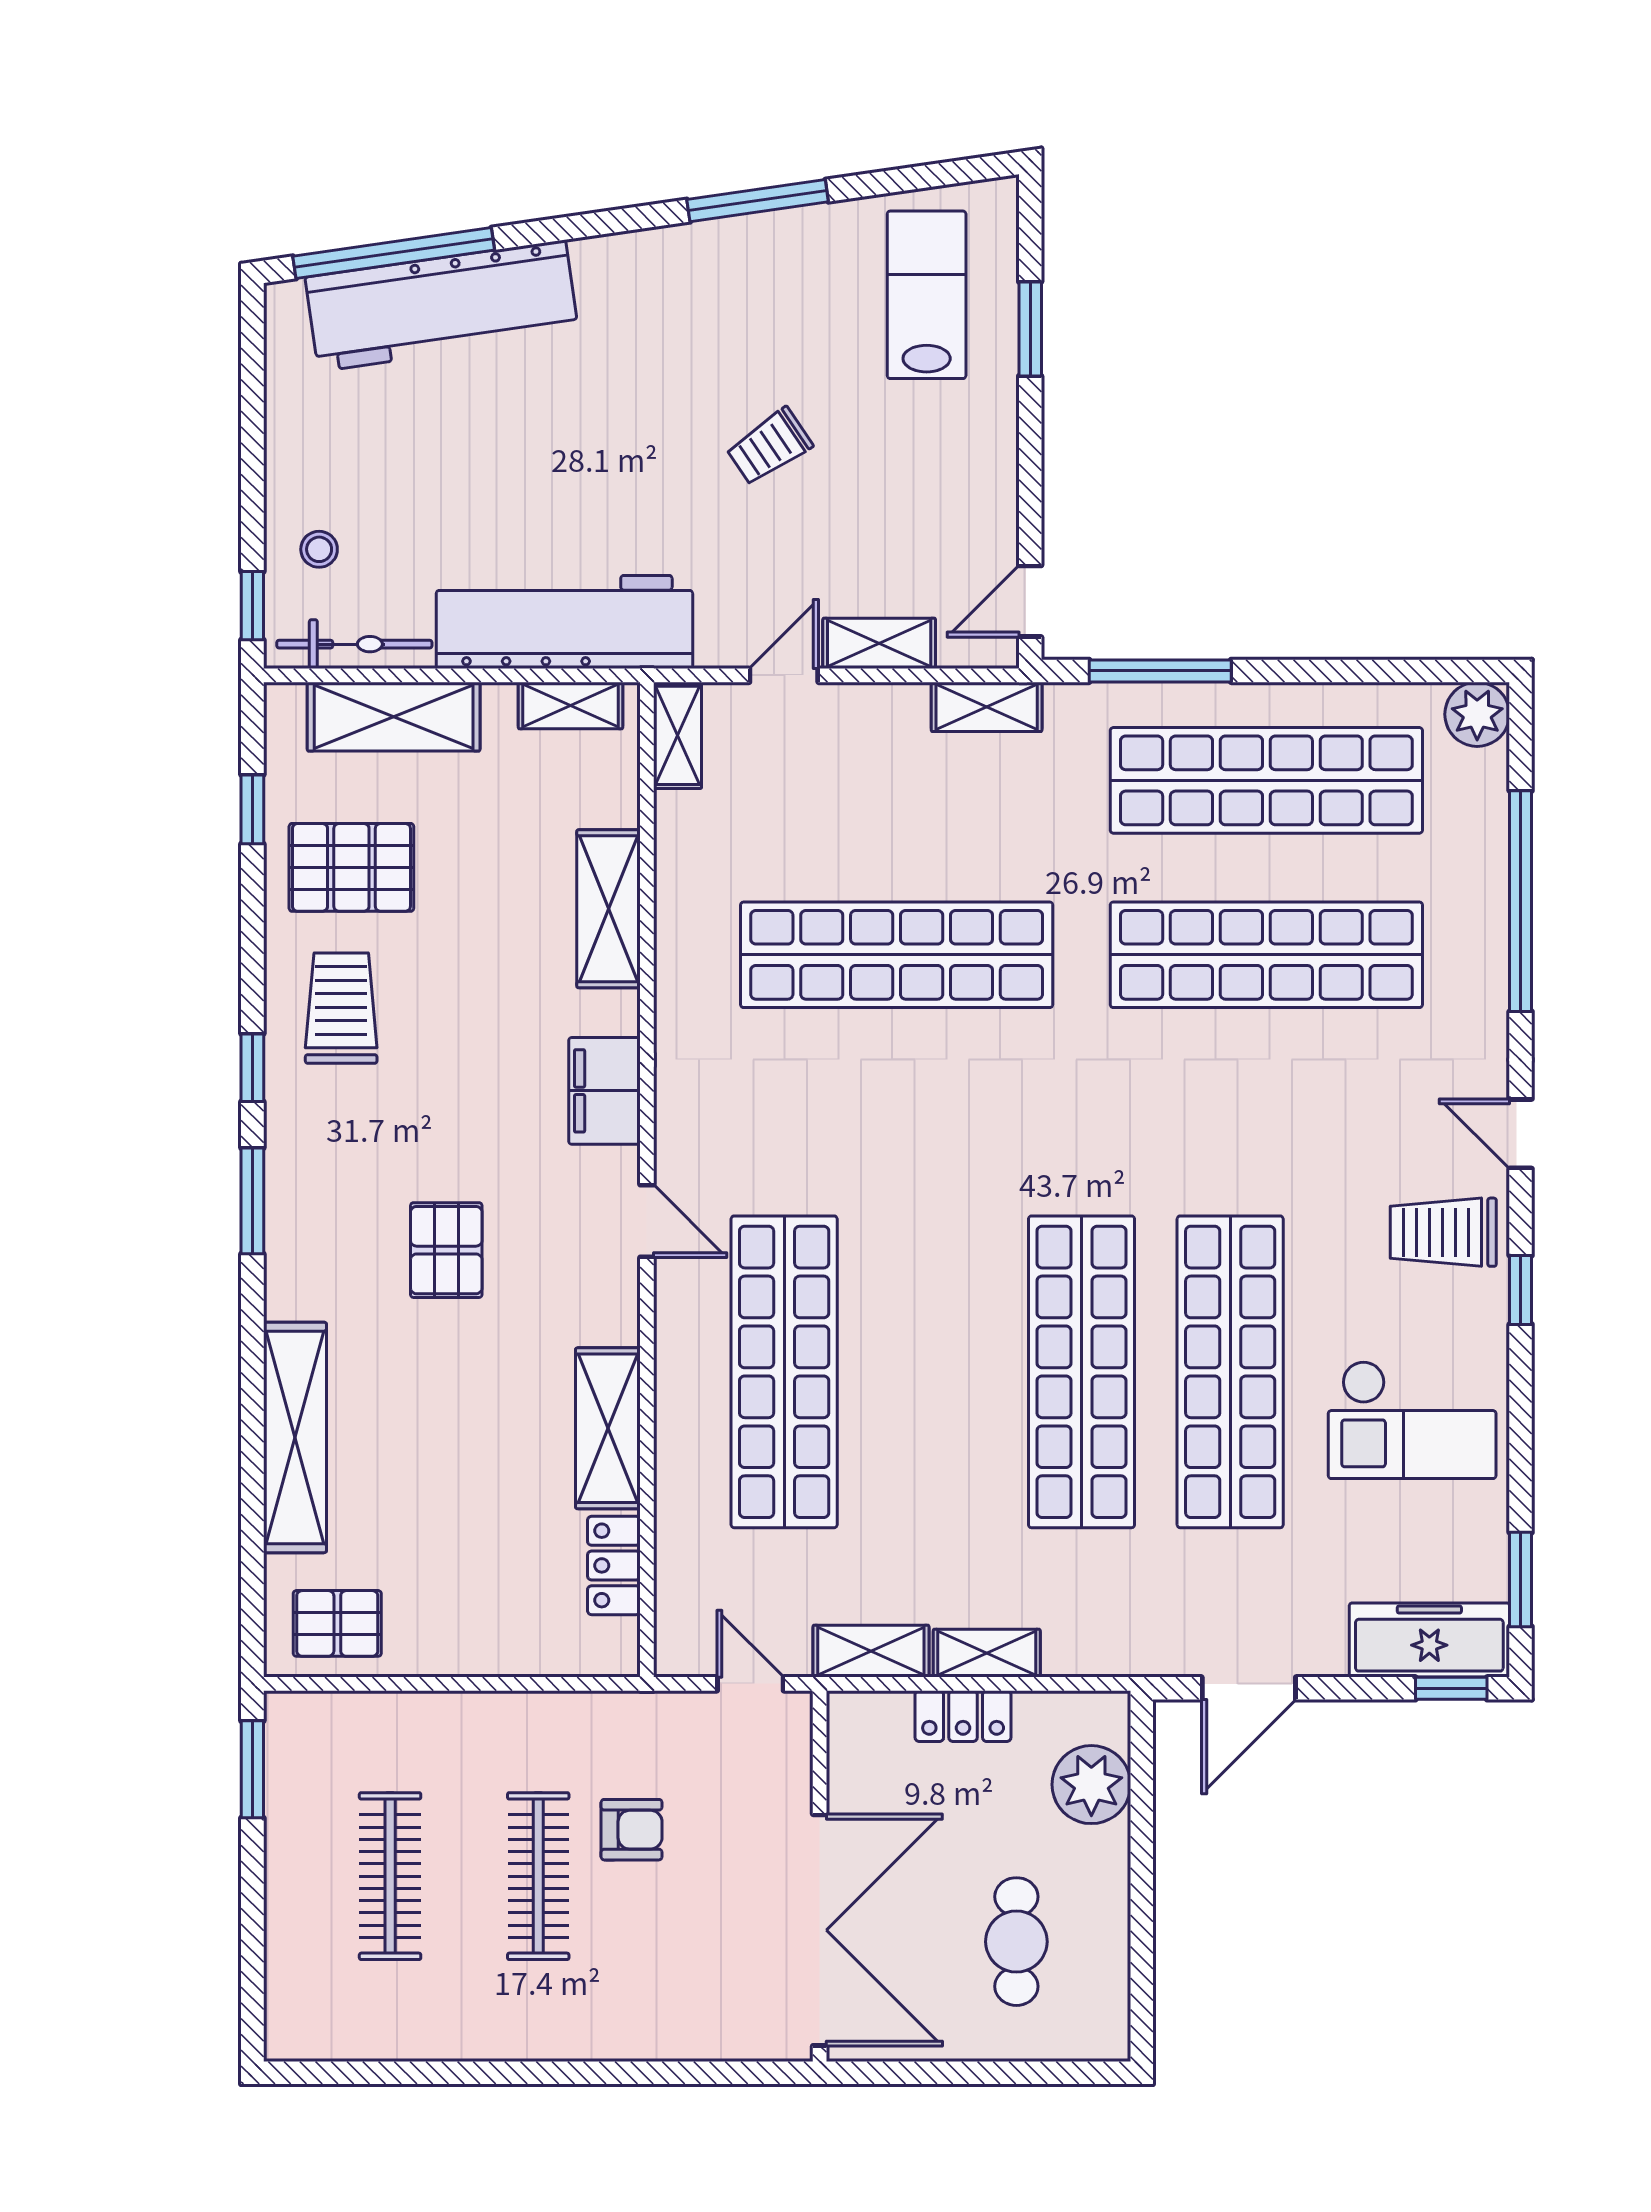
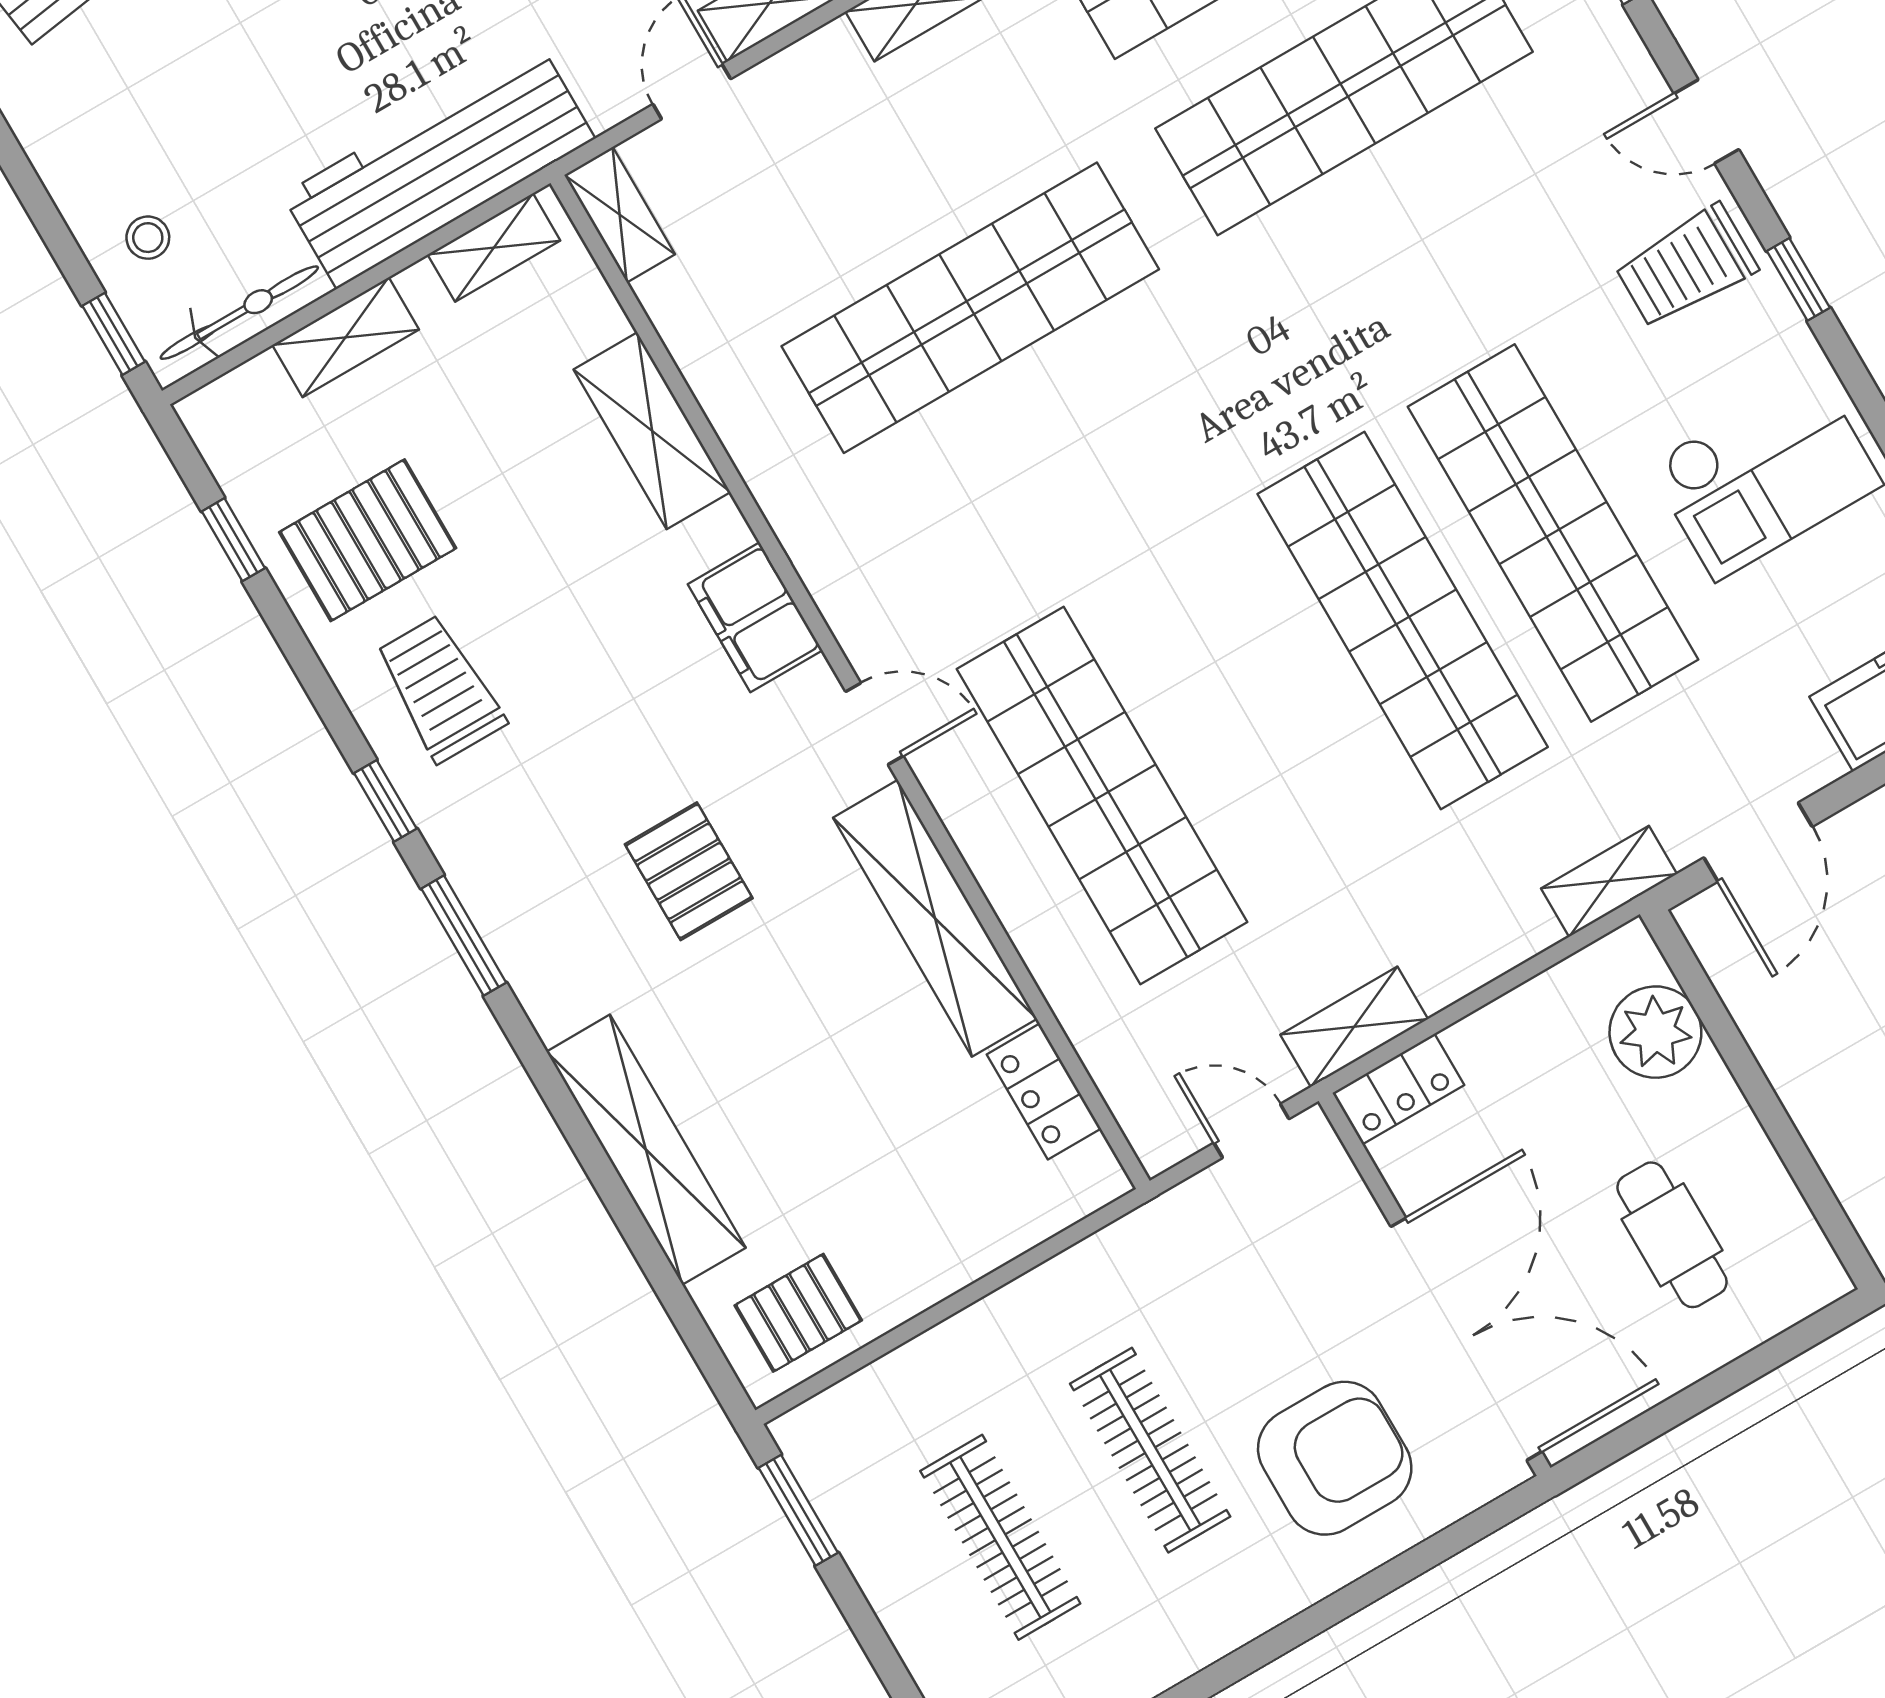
shelving: (394, 717) -> (346, 337), width x0.67, depth x0.75
shelving: (608, 1428) -> (935, 918), width x1.47
shelving: (987, 1653) -> (1609, 881), moved
locker: (963, 1716) -> (1398, 1089), moved
armchair: (632, 1830) -> (1335, 1458), moved, width x1.88, depth x1.88

